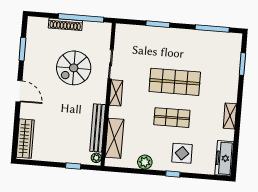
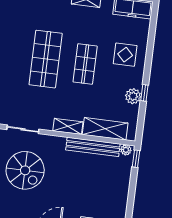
shelving: (116, 93) -> (68, 126), moved
window: (73, 166) -> (136, 159), moved
window: (173, 174) -> (144, 93), moved

